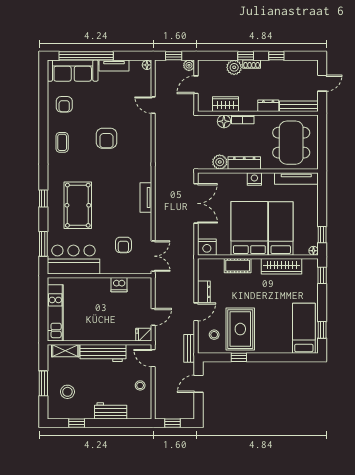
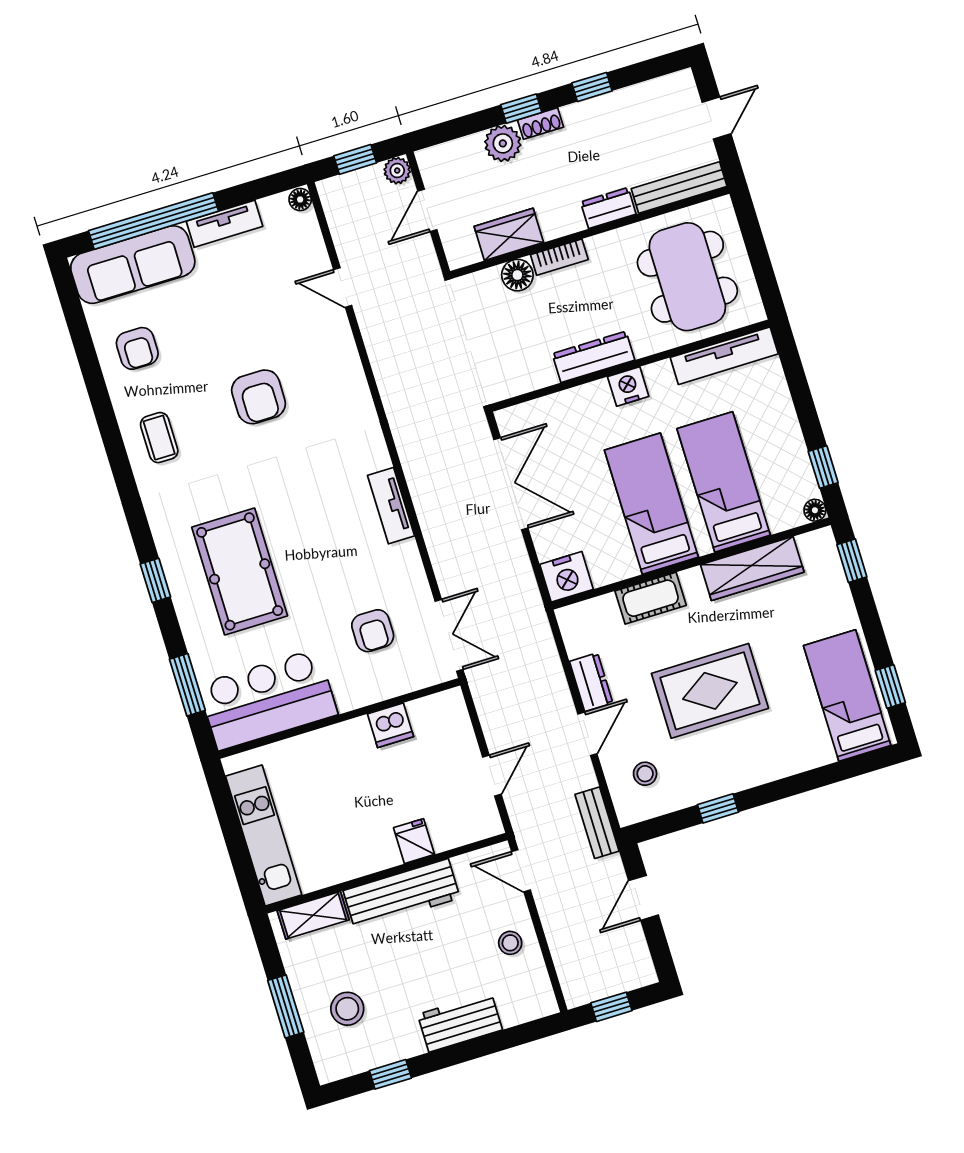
plant: (220, 162) -> (536, 372), removed
bed: (249, 228) -> (651, 504), width x0.67
rug: (240, 329) -> (710, 691), moved, turned 90
fridge: (144, 335) -> (414, 841), moved, turned 90

